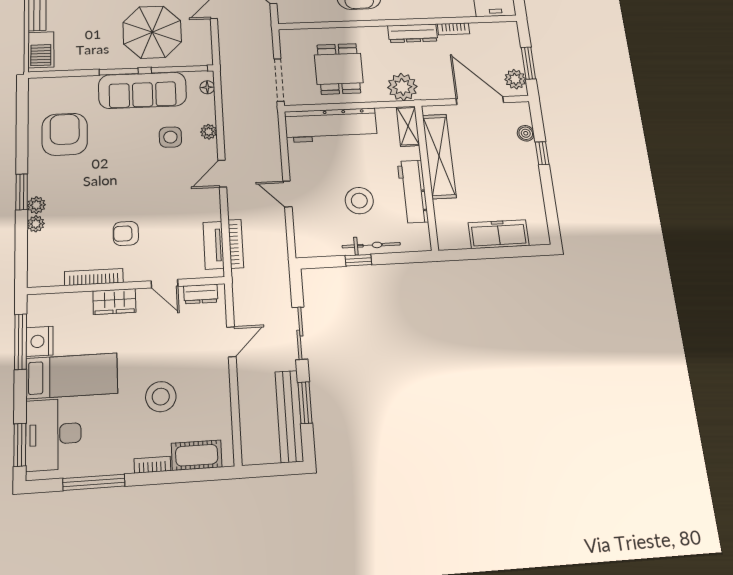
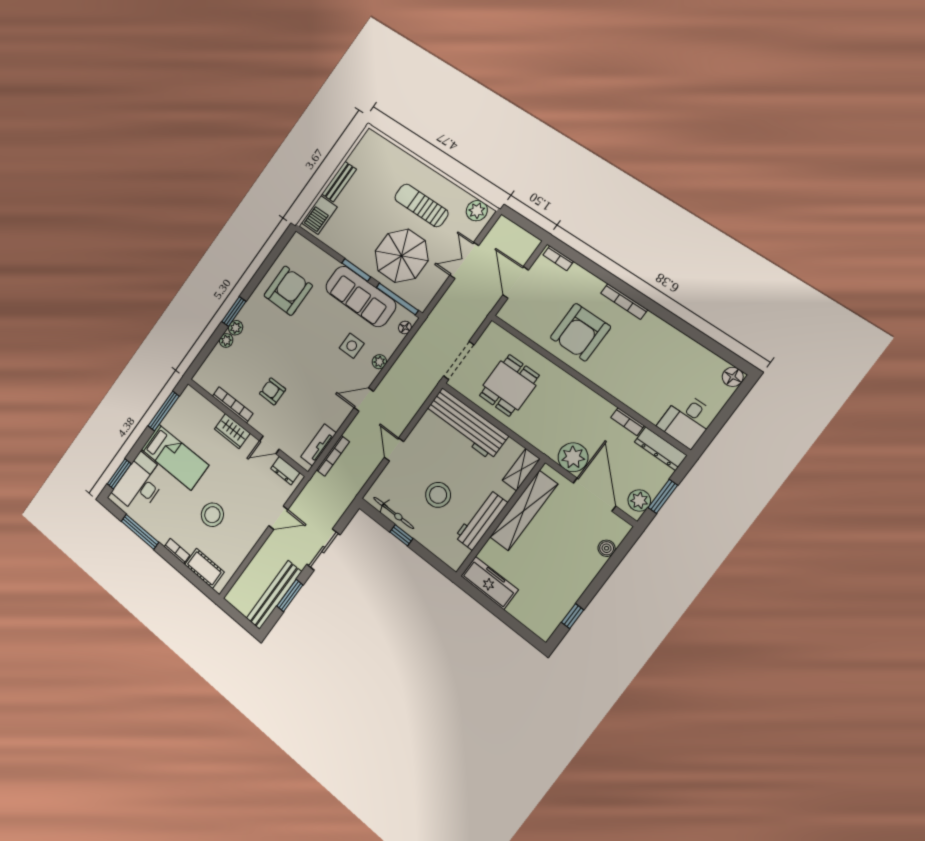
dresser: (413, 33) -> (661, 449), moved
plant: (402, 87) -> (573, 457), moved
window: (542, 153) -> (573, 616), moved
freezer: (499, 234) -> (490, 583), moved
bicycle: (371, 245) -> (394, 513), moved
door: (165, 284) -> (269, 445), hinge flipped
nightstand: (40, 341) -> (174, 420), removed

